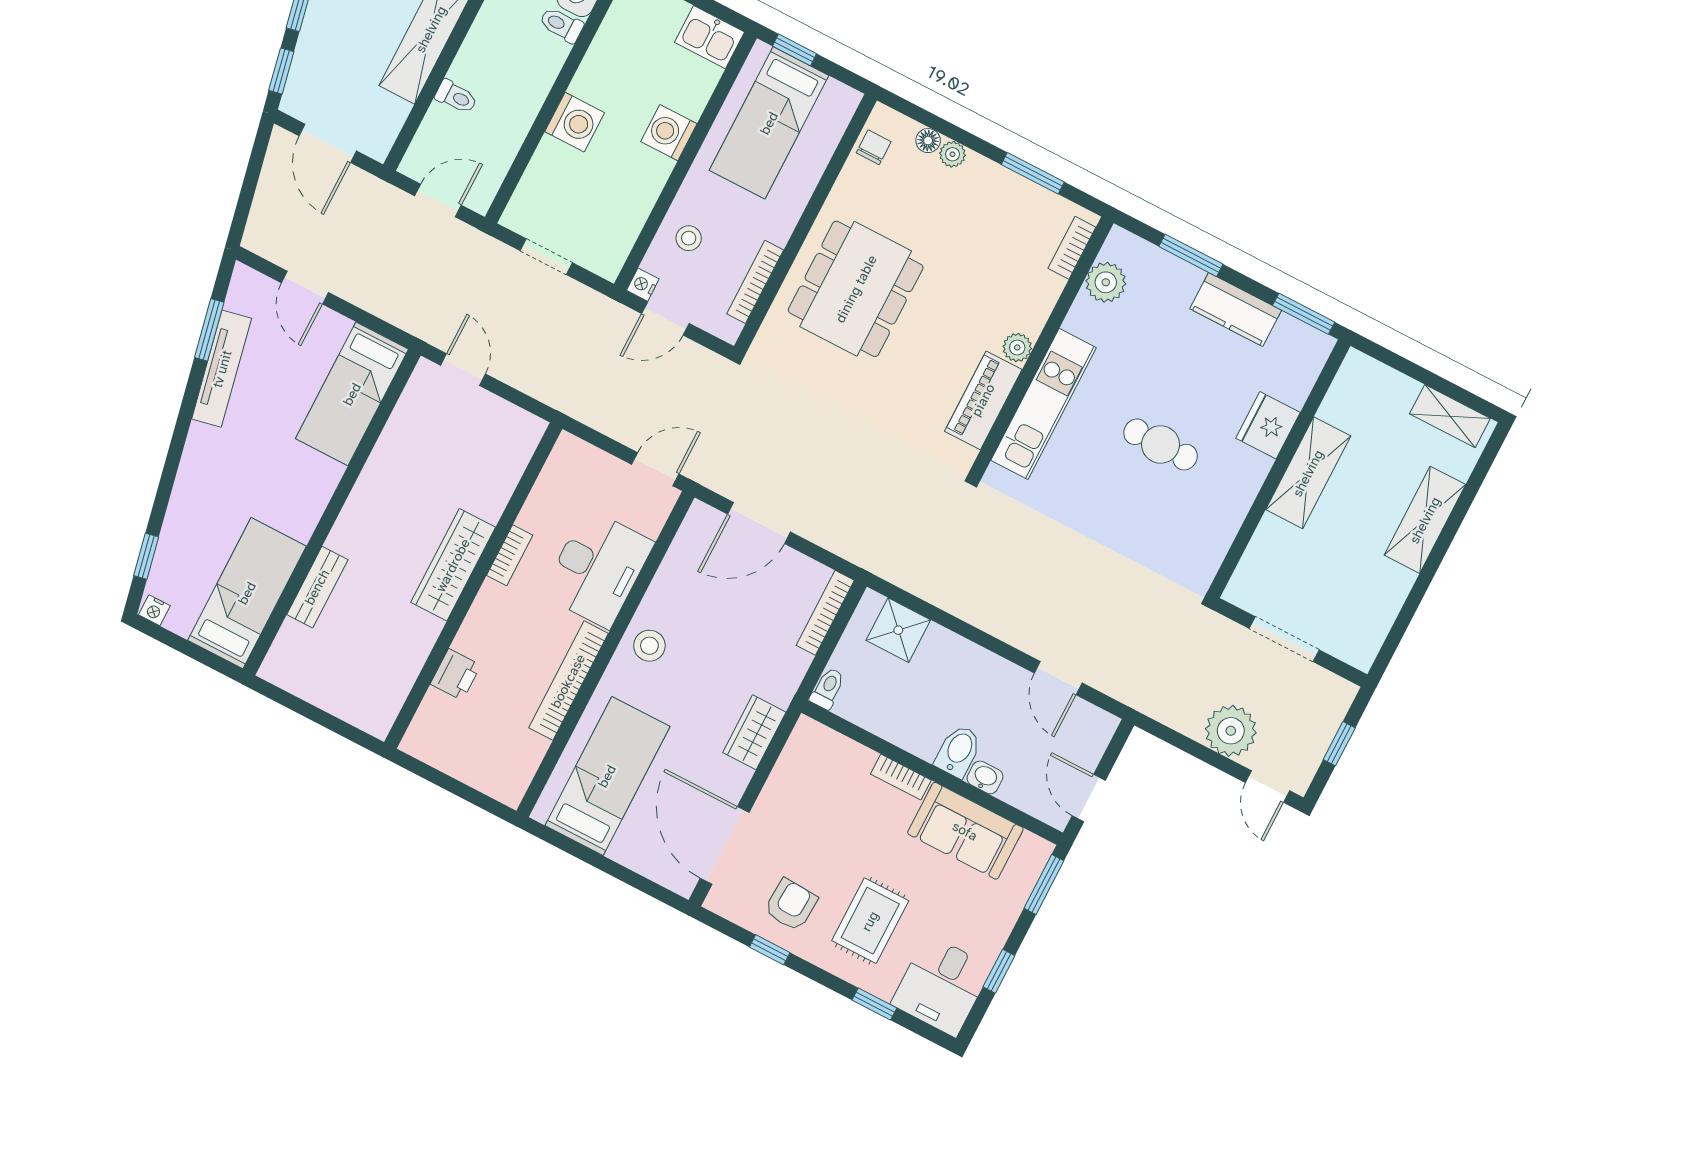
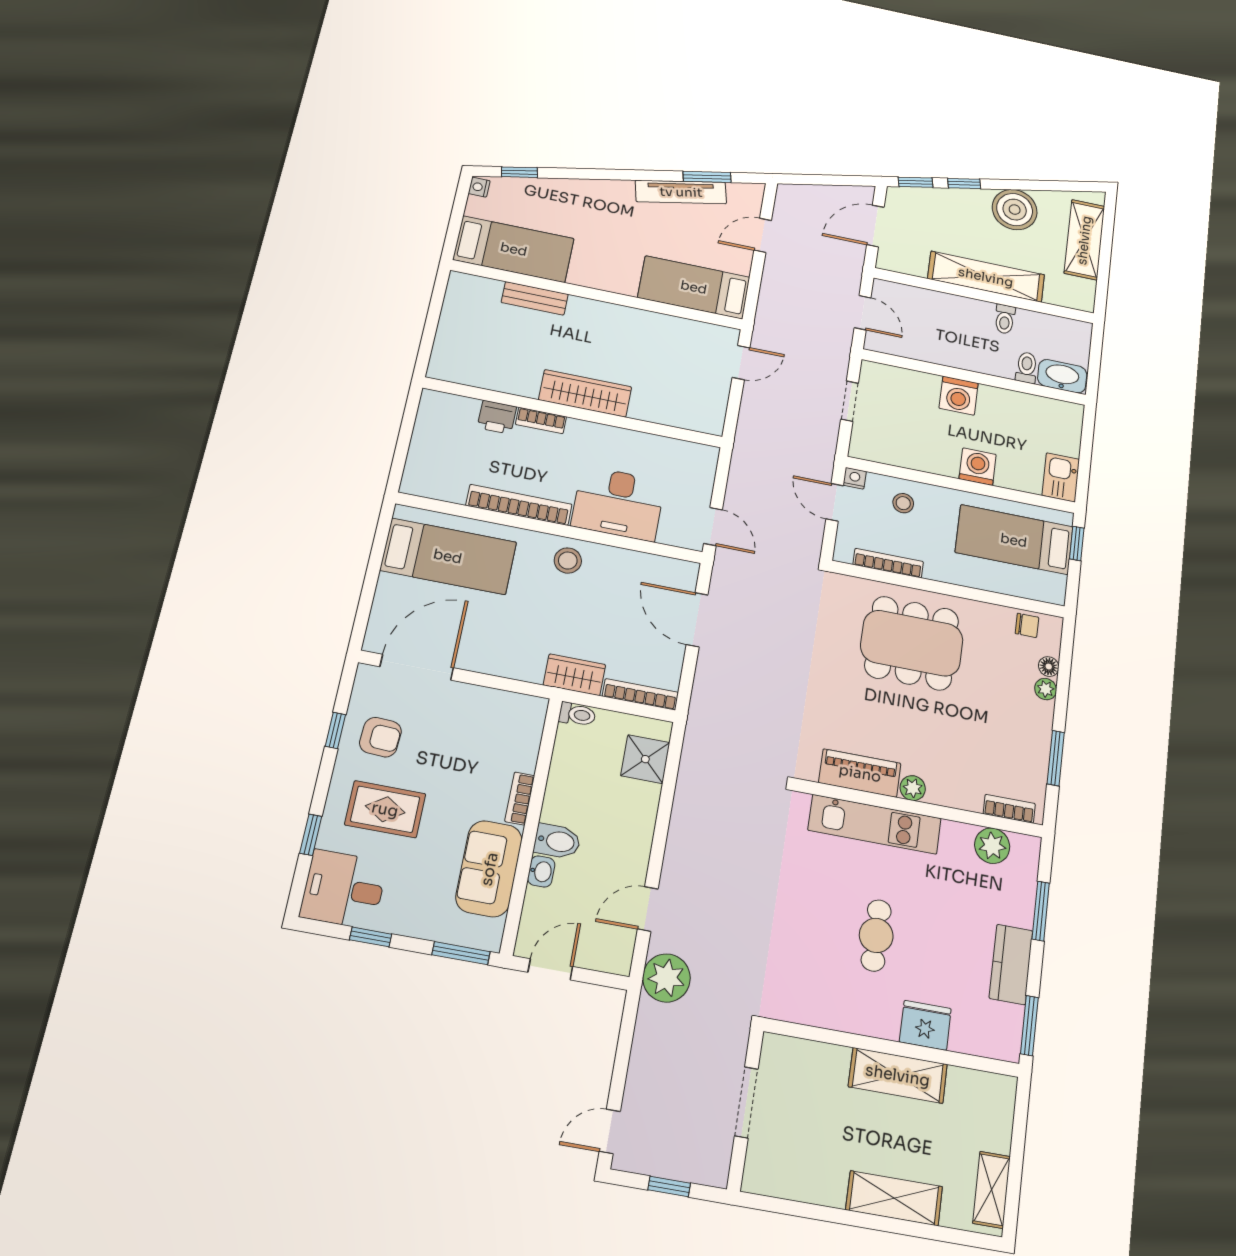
toilet: (456, 97) -> (1005, 319), moved
bookcase: (510, 555) -> (541, 421), moved
plant: (1231, 731) -> (666, 978), moved
wardrobe: (754, 732) -> (574, 675), moved

